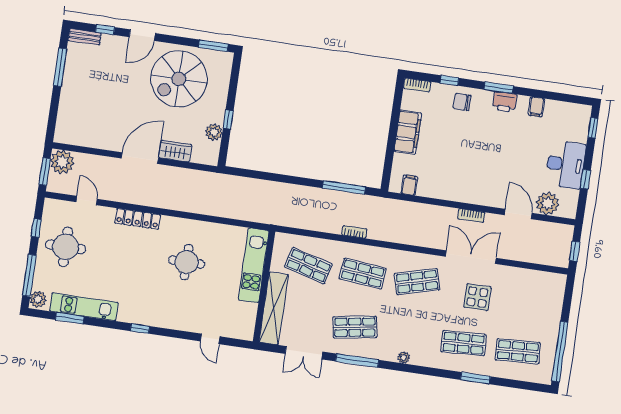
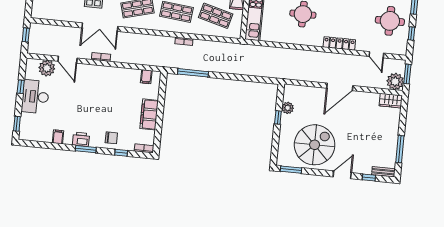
wardrobe: (175, 151) -> (391, 101), moved

